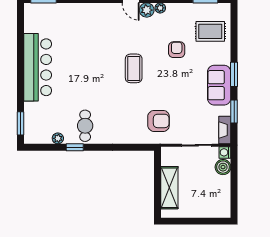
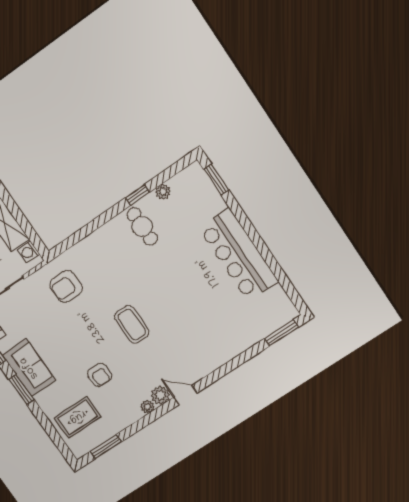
washing machine: (167, 159) -> (28, 252), added

